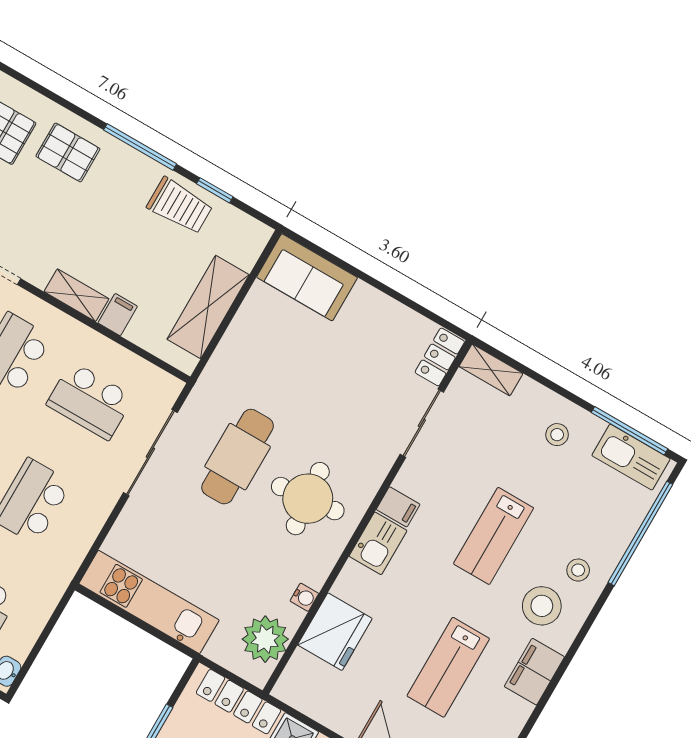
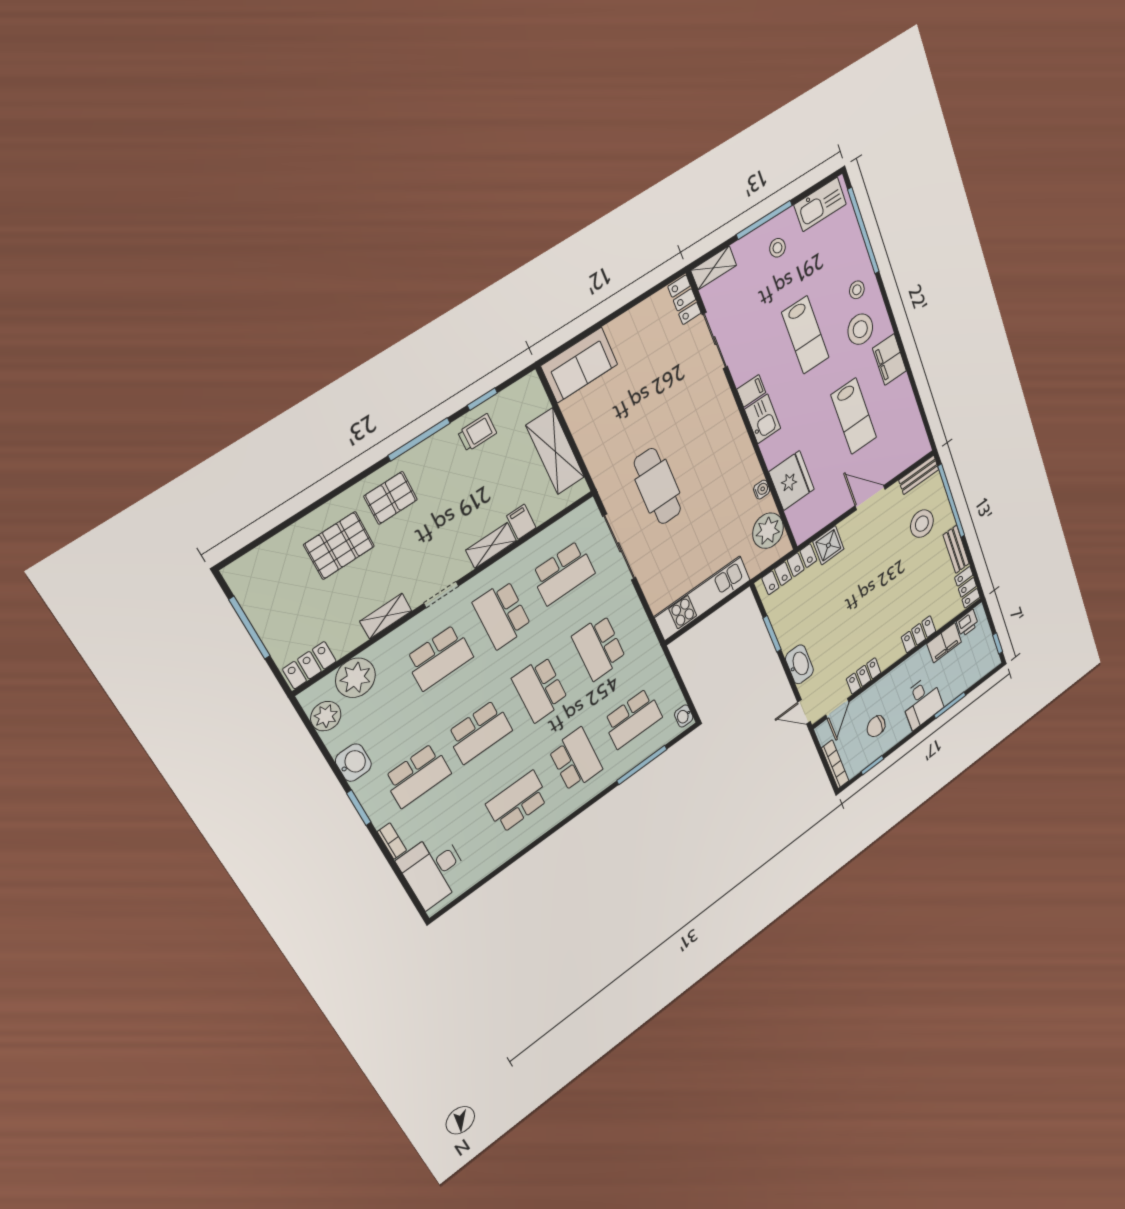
trolley: (180, 206) -> (477, 433), width x0.73, depth x0.72
window: (629, 431) -> (764, 220), moved
round table: (308, 499) -> (710, 452), removed

